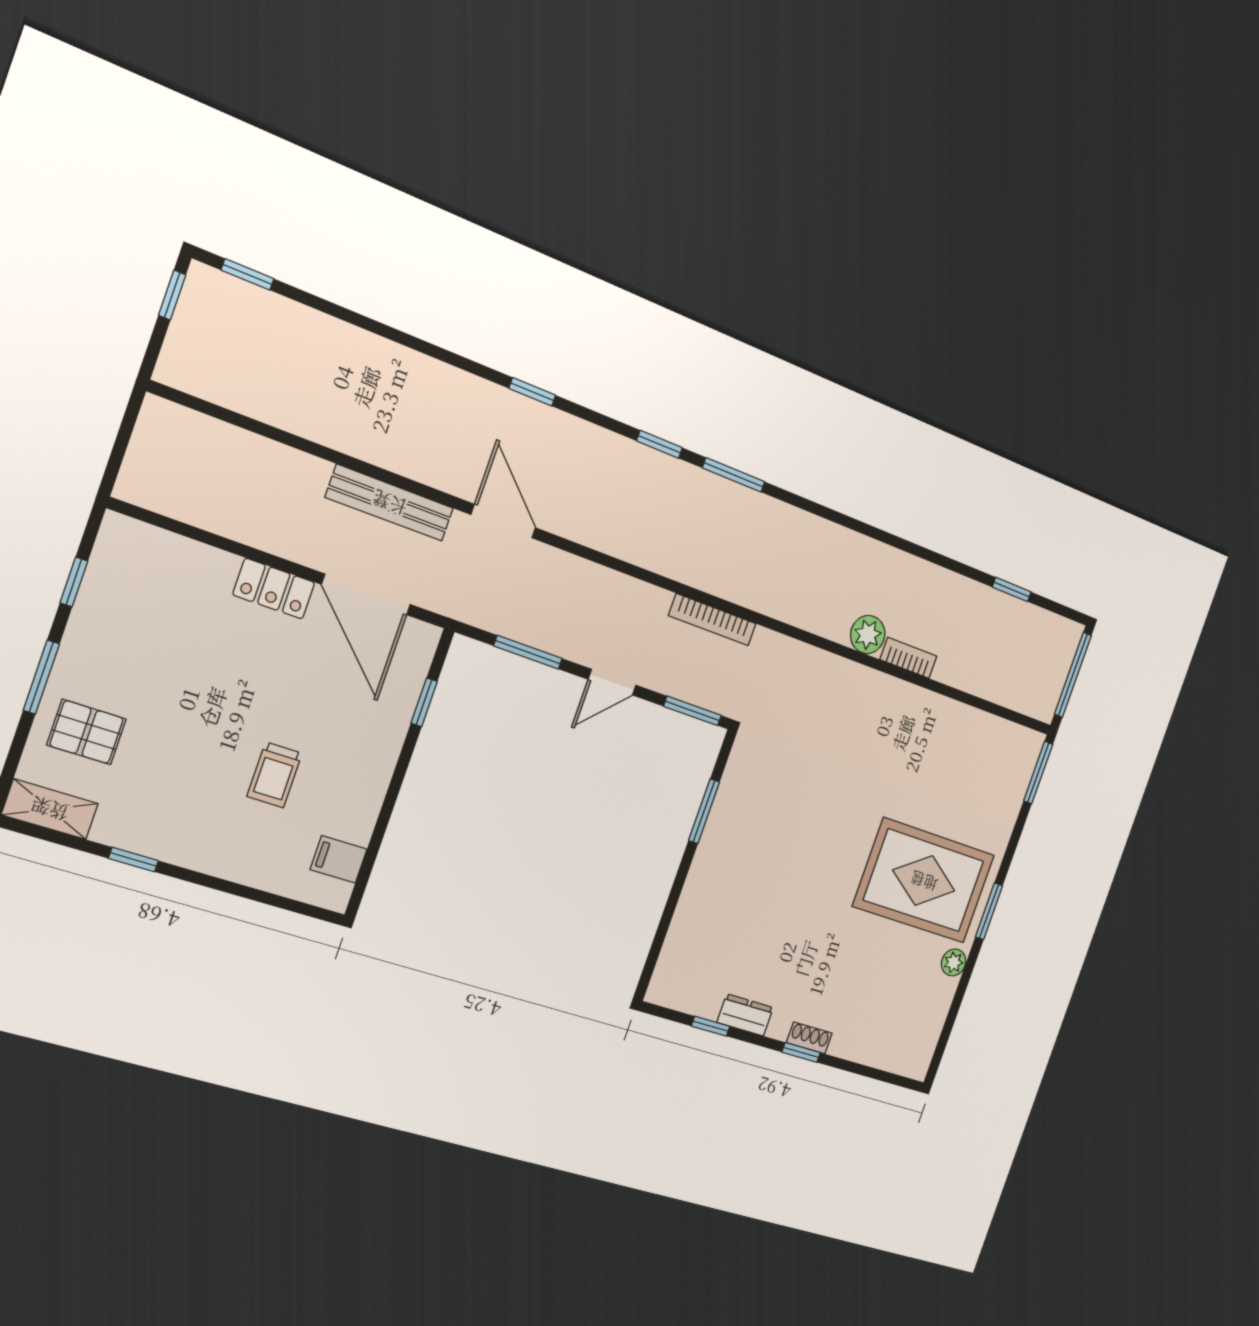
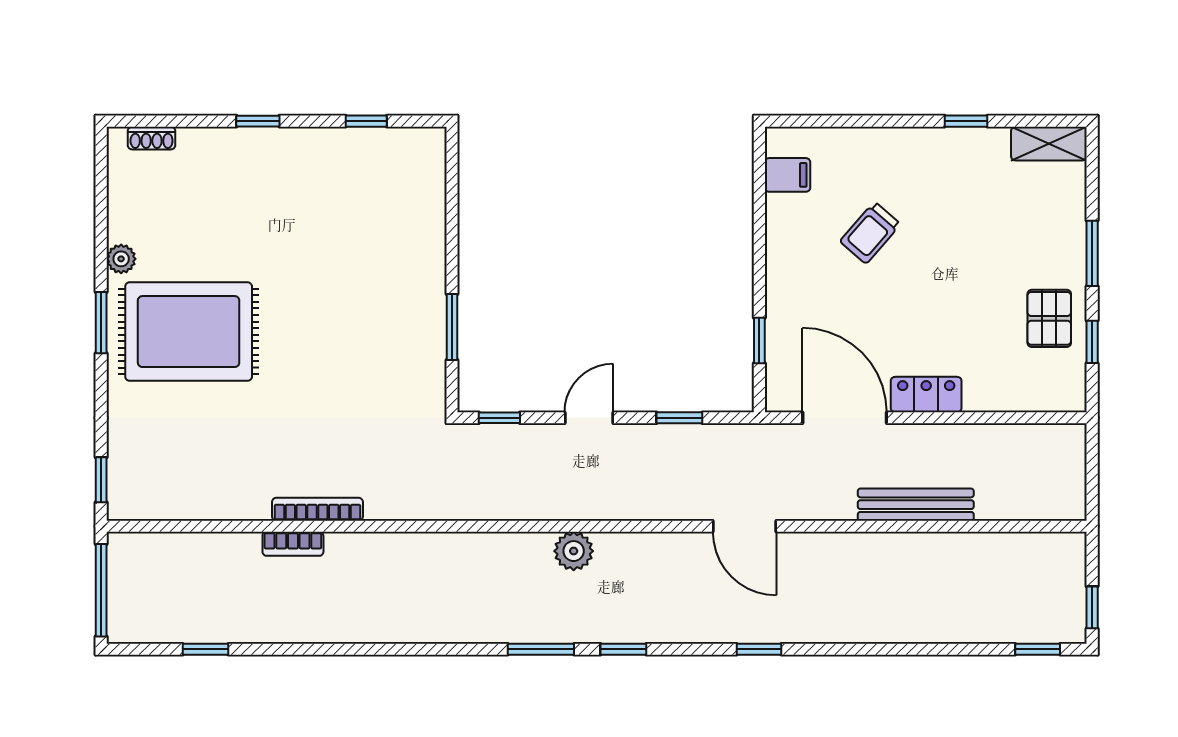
bench: (390, 503) -> (916, 505), moved
bookcase: (712, 620) -> (317, 509), moved
plant: (868, 635) -> (574, 551), moved
window: (528, 652) -> (679, 418), width x0.67
window: (692, 711) -> (499, 418), width x0.67
pallet: (87, 732) -> (1049, 318), moved, turned 90
window: (1038, 773) -> (101, 480), width x0.67
trolley: (275, 775) -> (870, 233), turned -139
dresser: (745, 1015) -> (333, 142), removed
shoe rack: (809, 1038) -> (152, 138), moved

